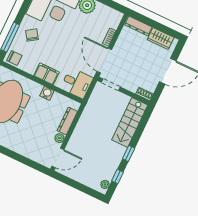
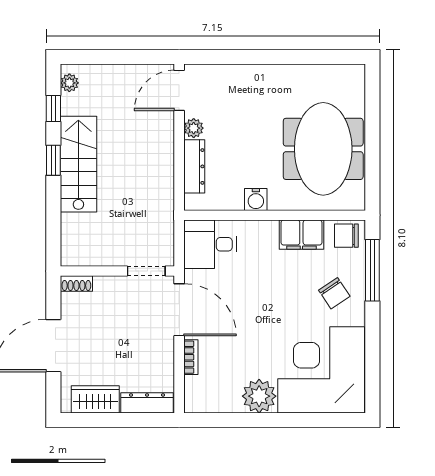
filing cabinet: (46, 74) -> (301, 235), moved
stairs: (130, 122) -> (78, 164), moved

